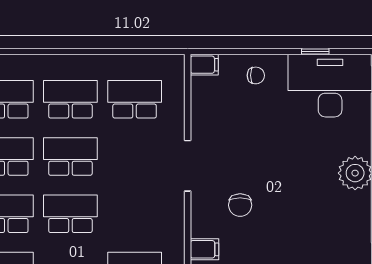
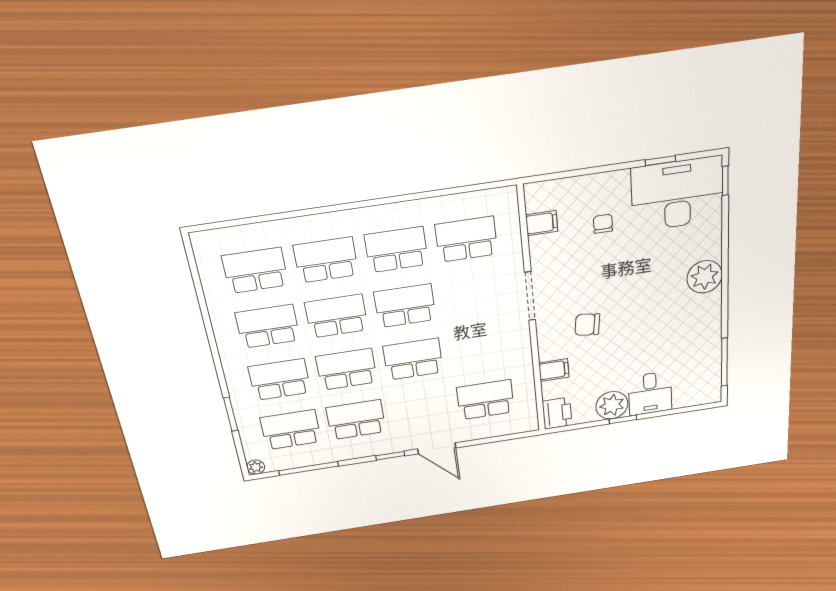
filing cabinet: (204, 65) -> (542, 223), moved
chair: (256, 75) -> (603, 224), moved, turned -90
chair: (240, 205) -> (587, 325), turned 97

